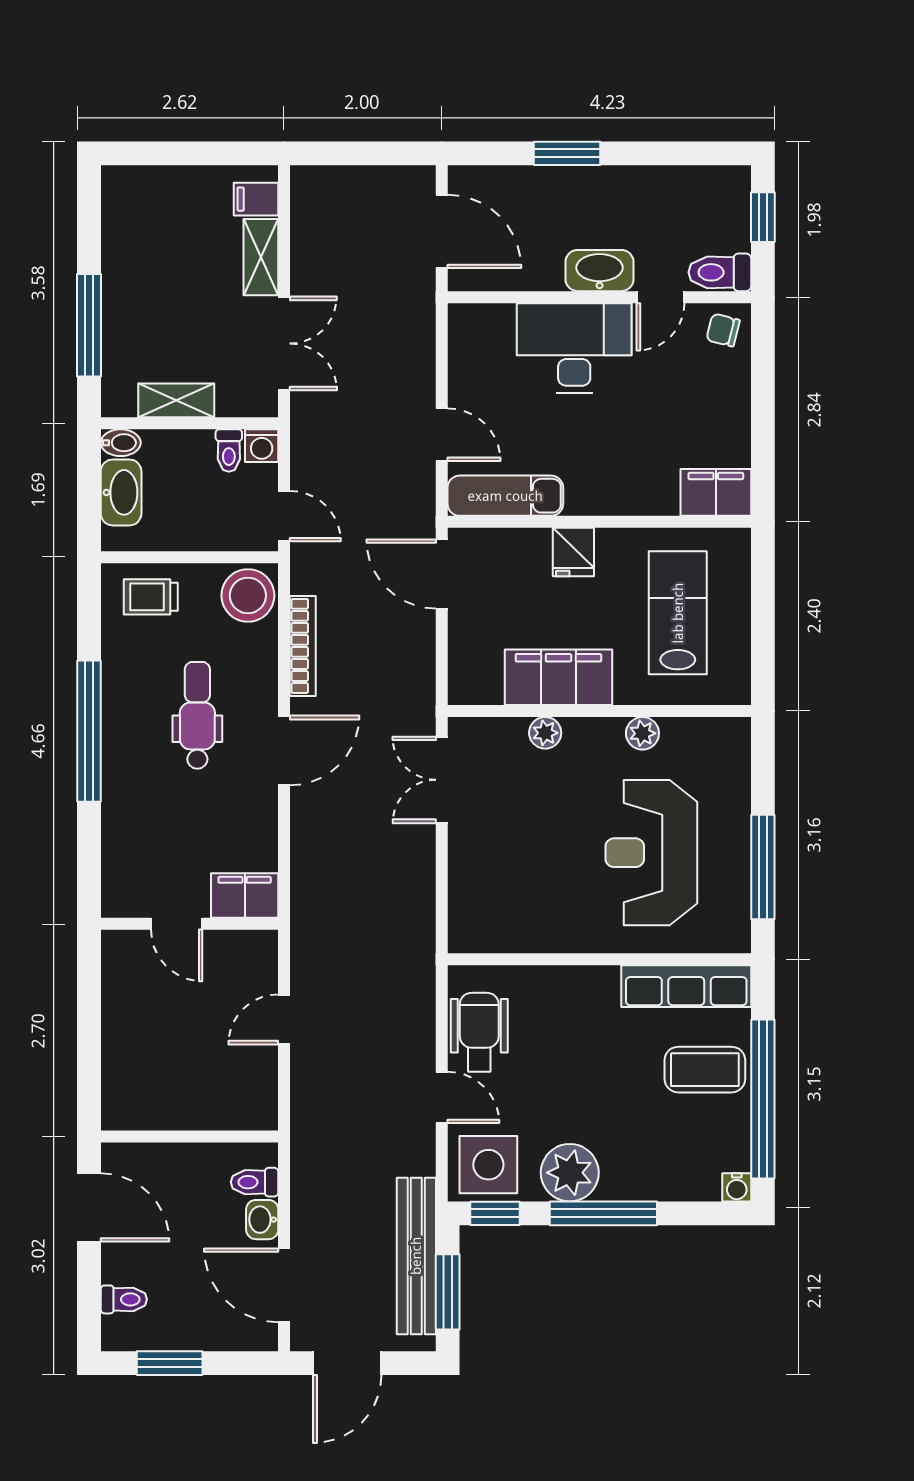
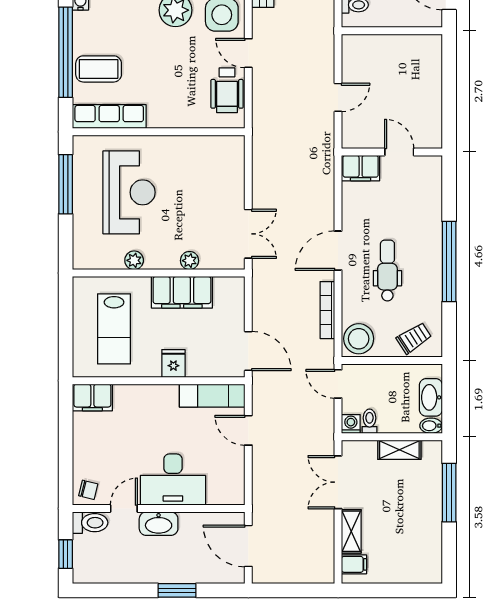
trolley: (151, 597) -> (414, 338), turned -33
dental chair: (197, 715) -> (387, 271), turned 180

